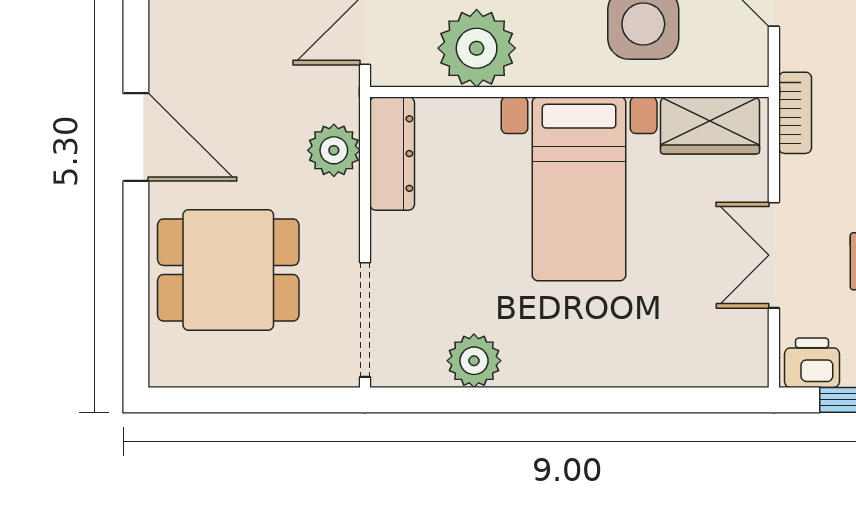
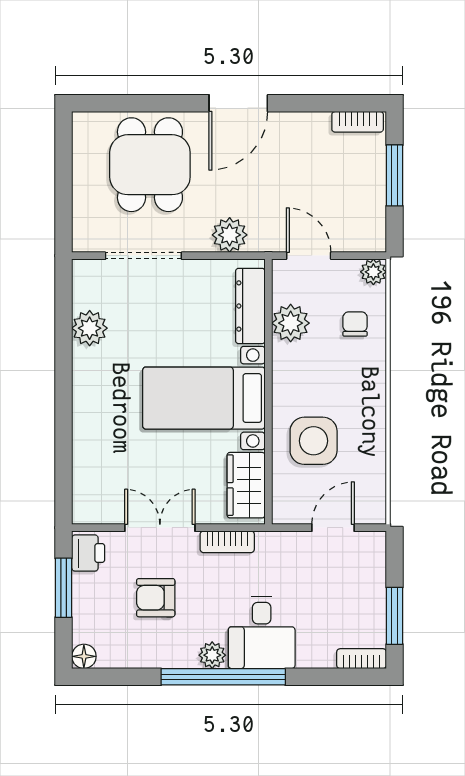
plant: (477, 48) -> (291, 323), width x0.73, depth x0.73
bookcase: (795, 113) -> (227, 542), moved
dresser: (392, 154) -> (250, 306), moved, turned 90
doorway: (365, 320) -> (143, 256), moved

